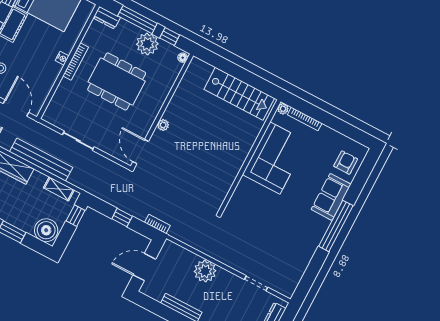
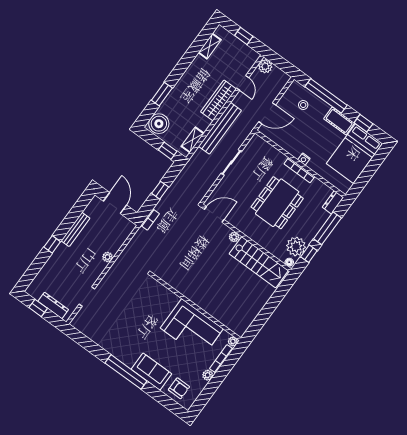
plant: (147, 44) -> (296, 246), moved
stairs: (239, 94) -> (259, 262), moved, turned -90
plant: (326, 132) -> (208, 375), added
plant: (205, 271) -> (107, 257), width x0.53, depth x0.53

